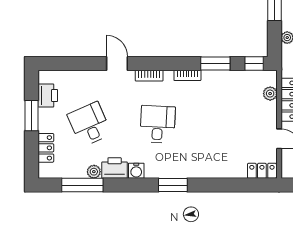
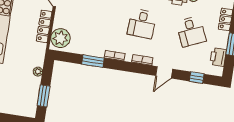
door: (117, 63) -> (164, 72), hinge flipped
window: (254, 63) -> (197, 78), moved
plant: (270, 94) -> (60, 38), width x1.88, depth x1.88

